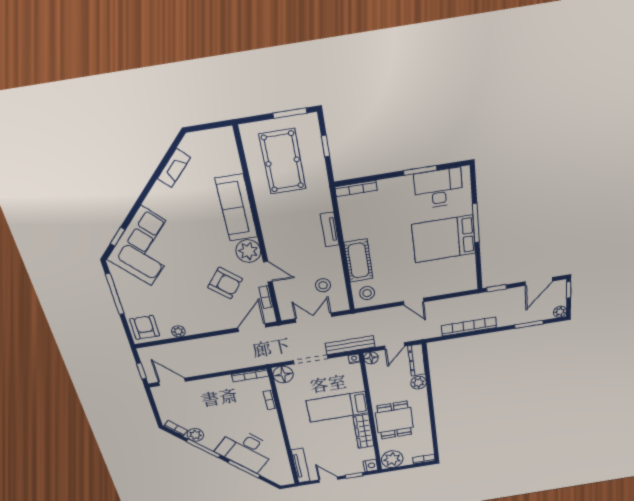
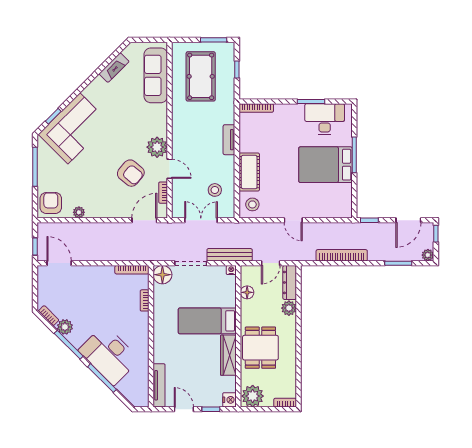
sofa: (237, 208) -> (156, 75), moved
floor lamp: (371, 358) -> (247, 292), moved

